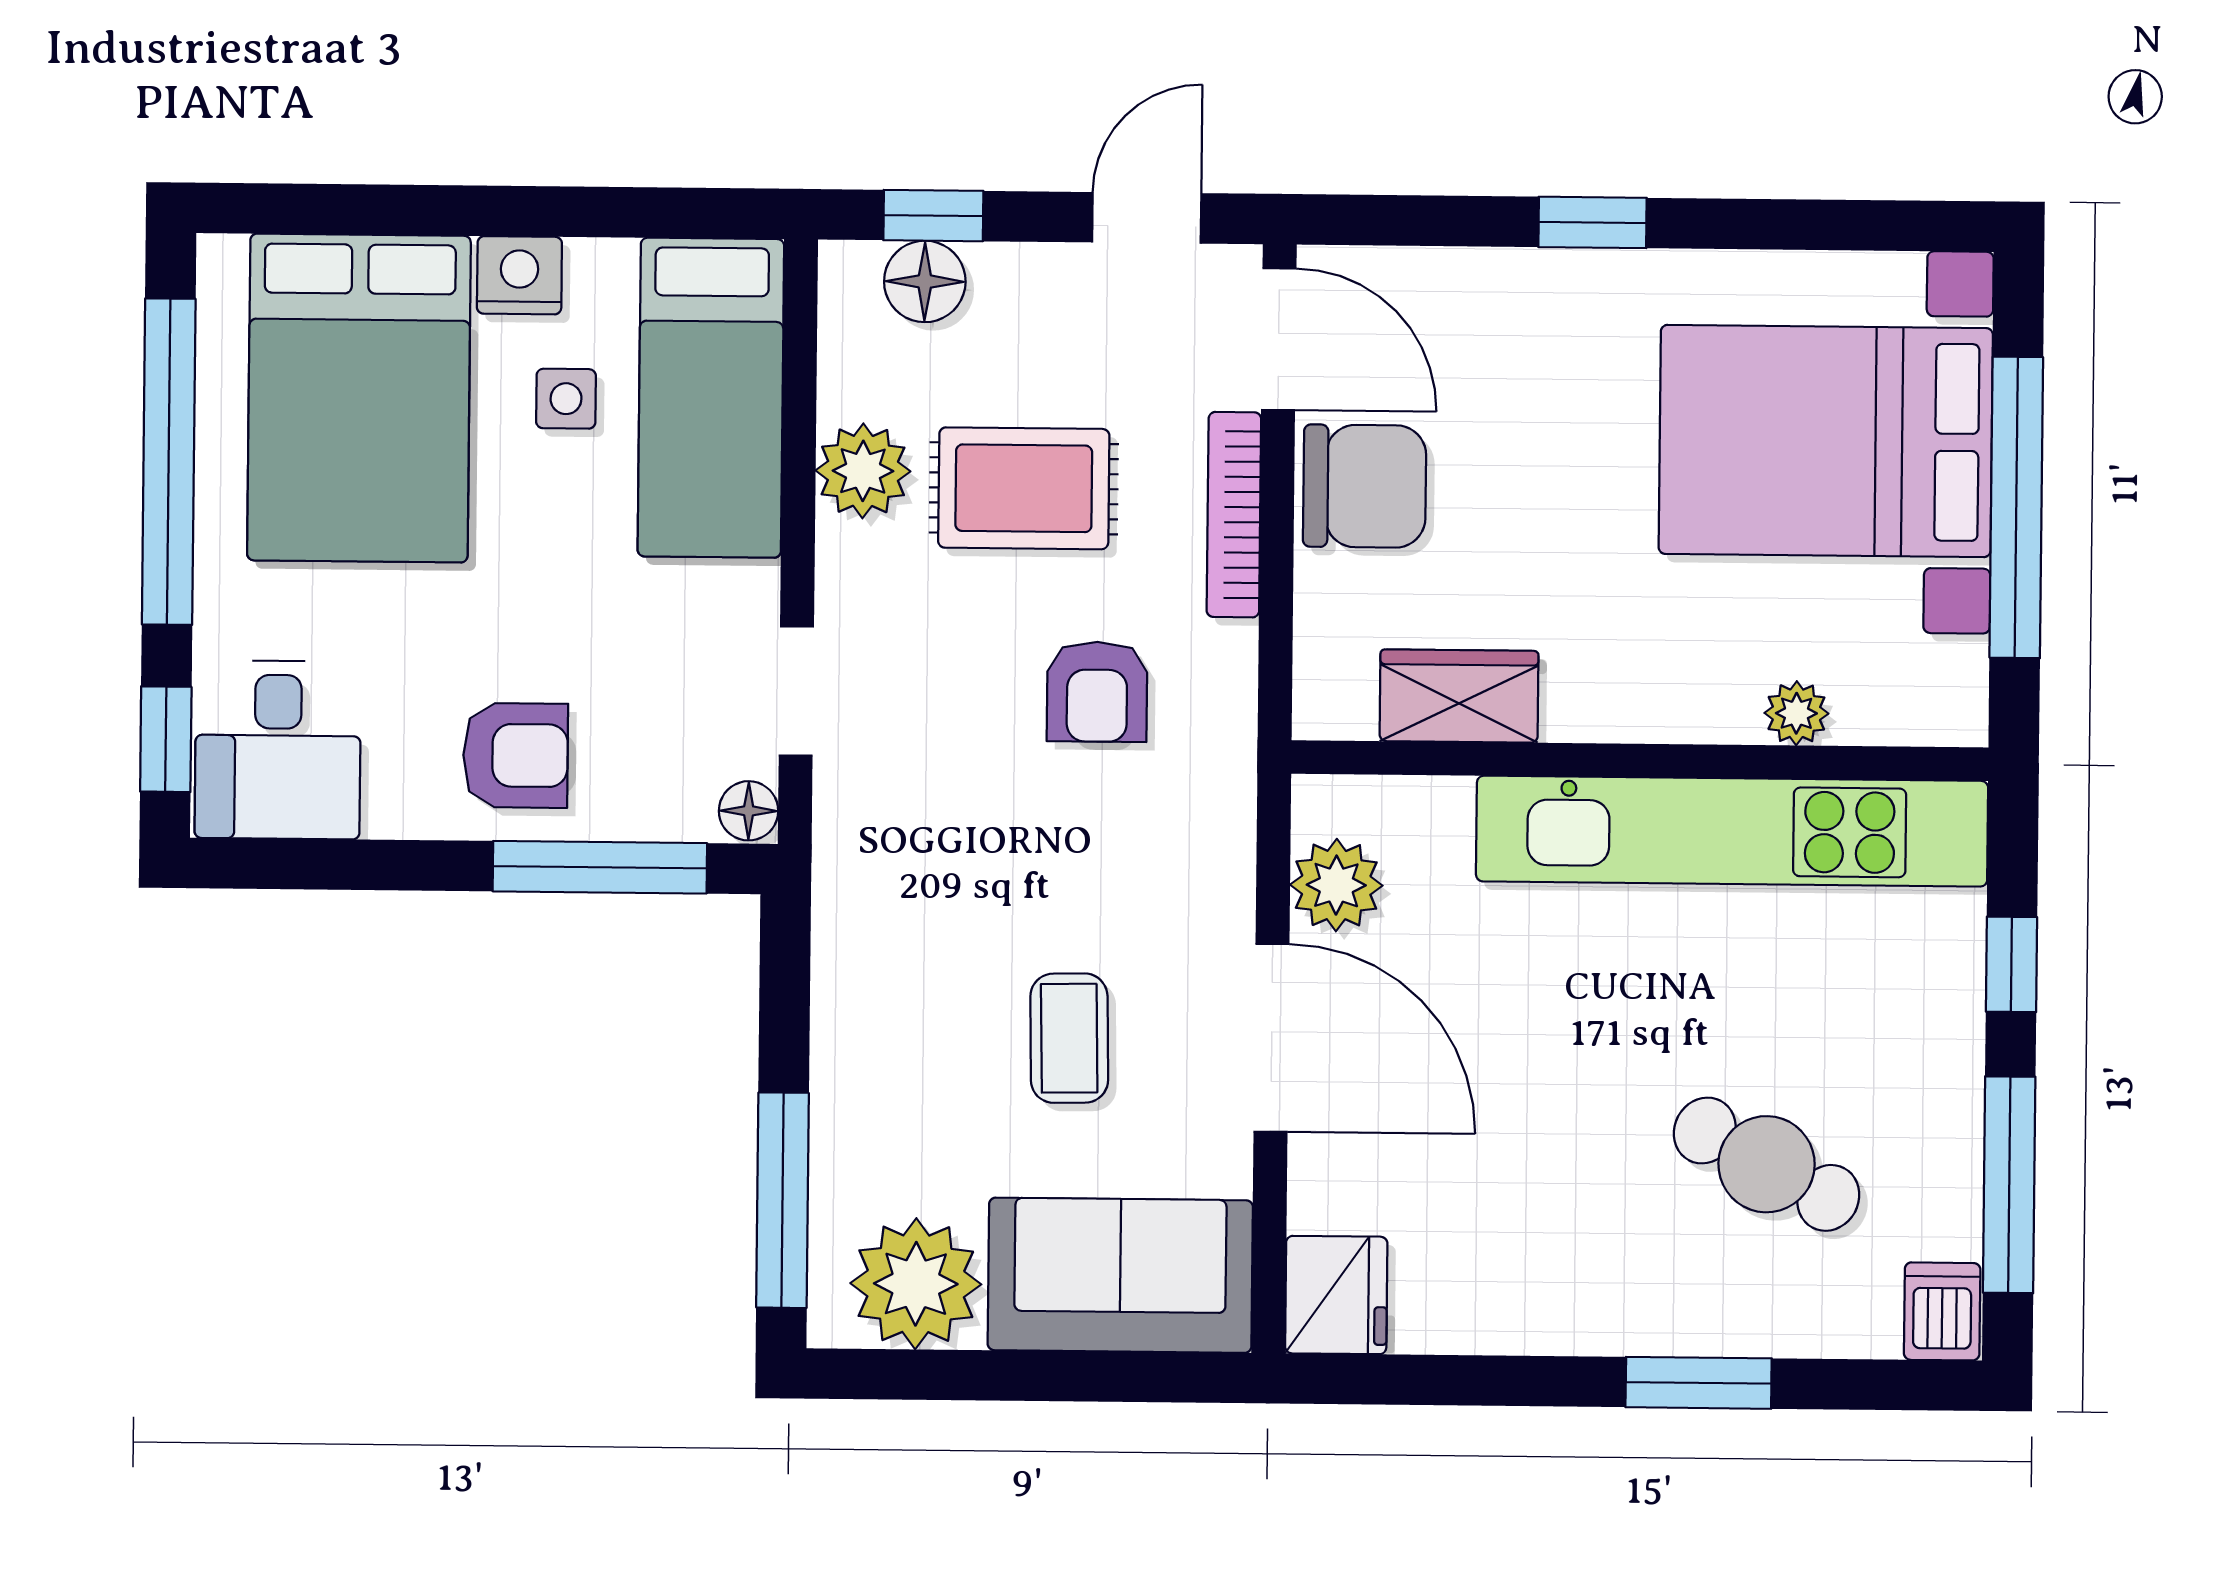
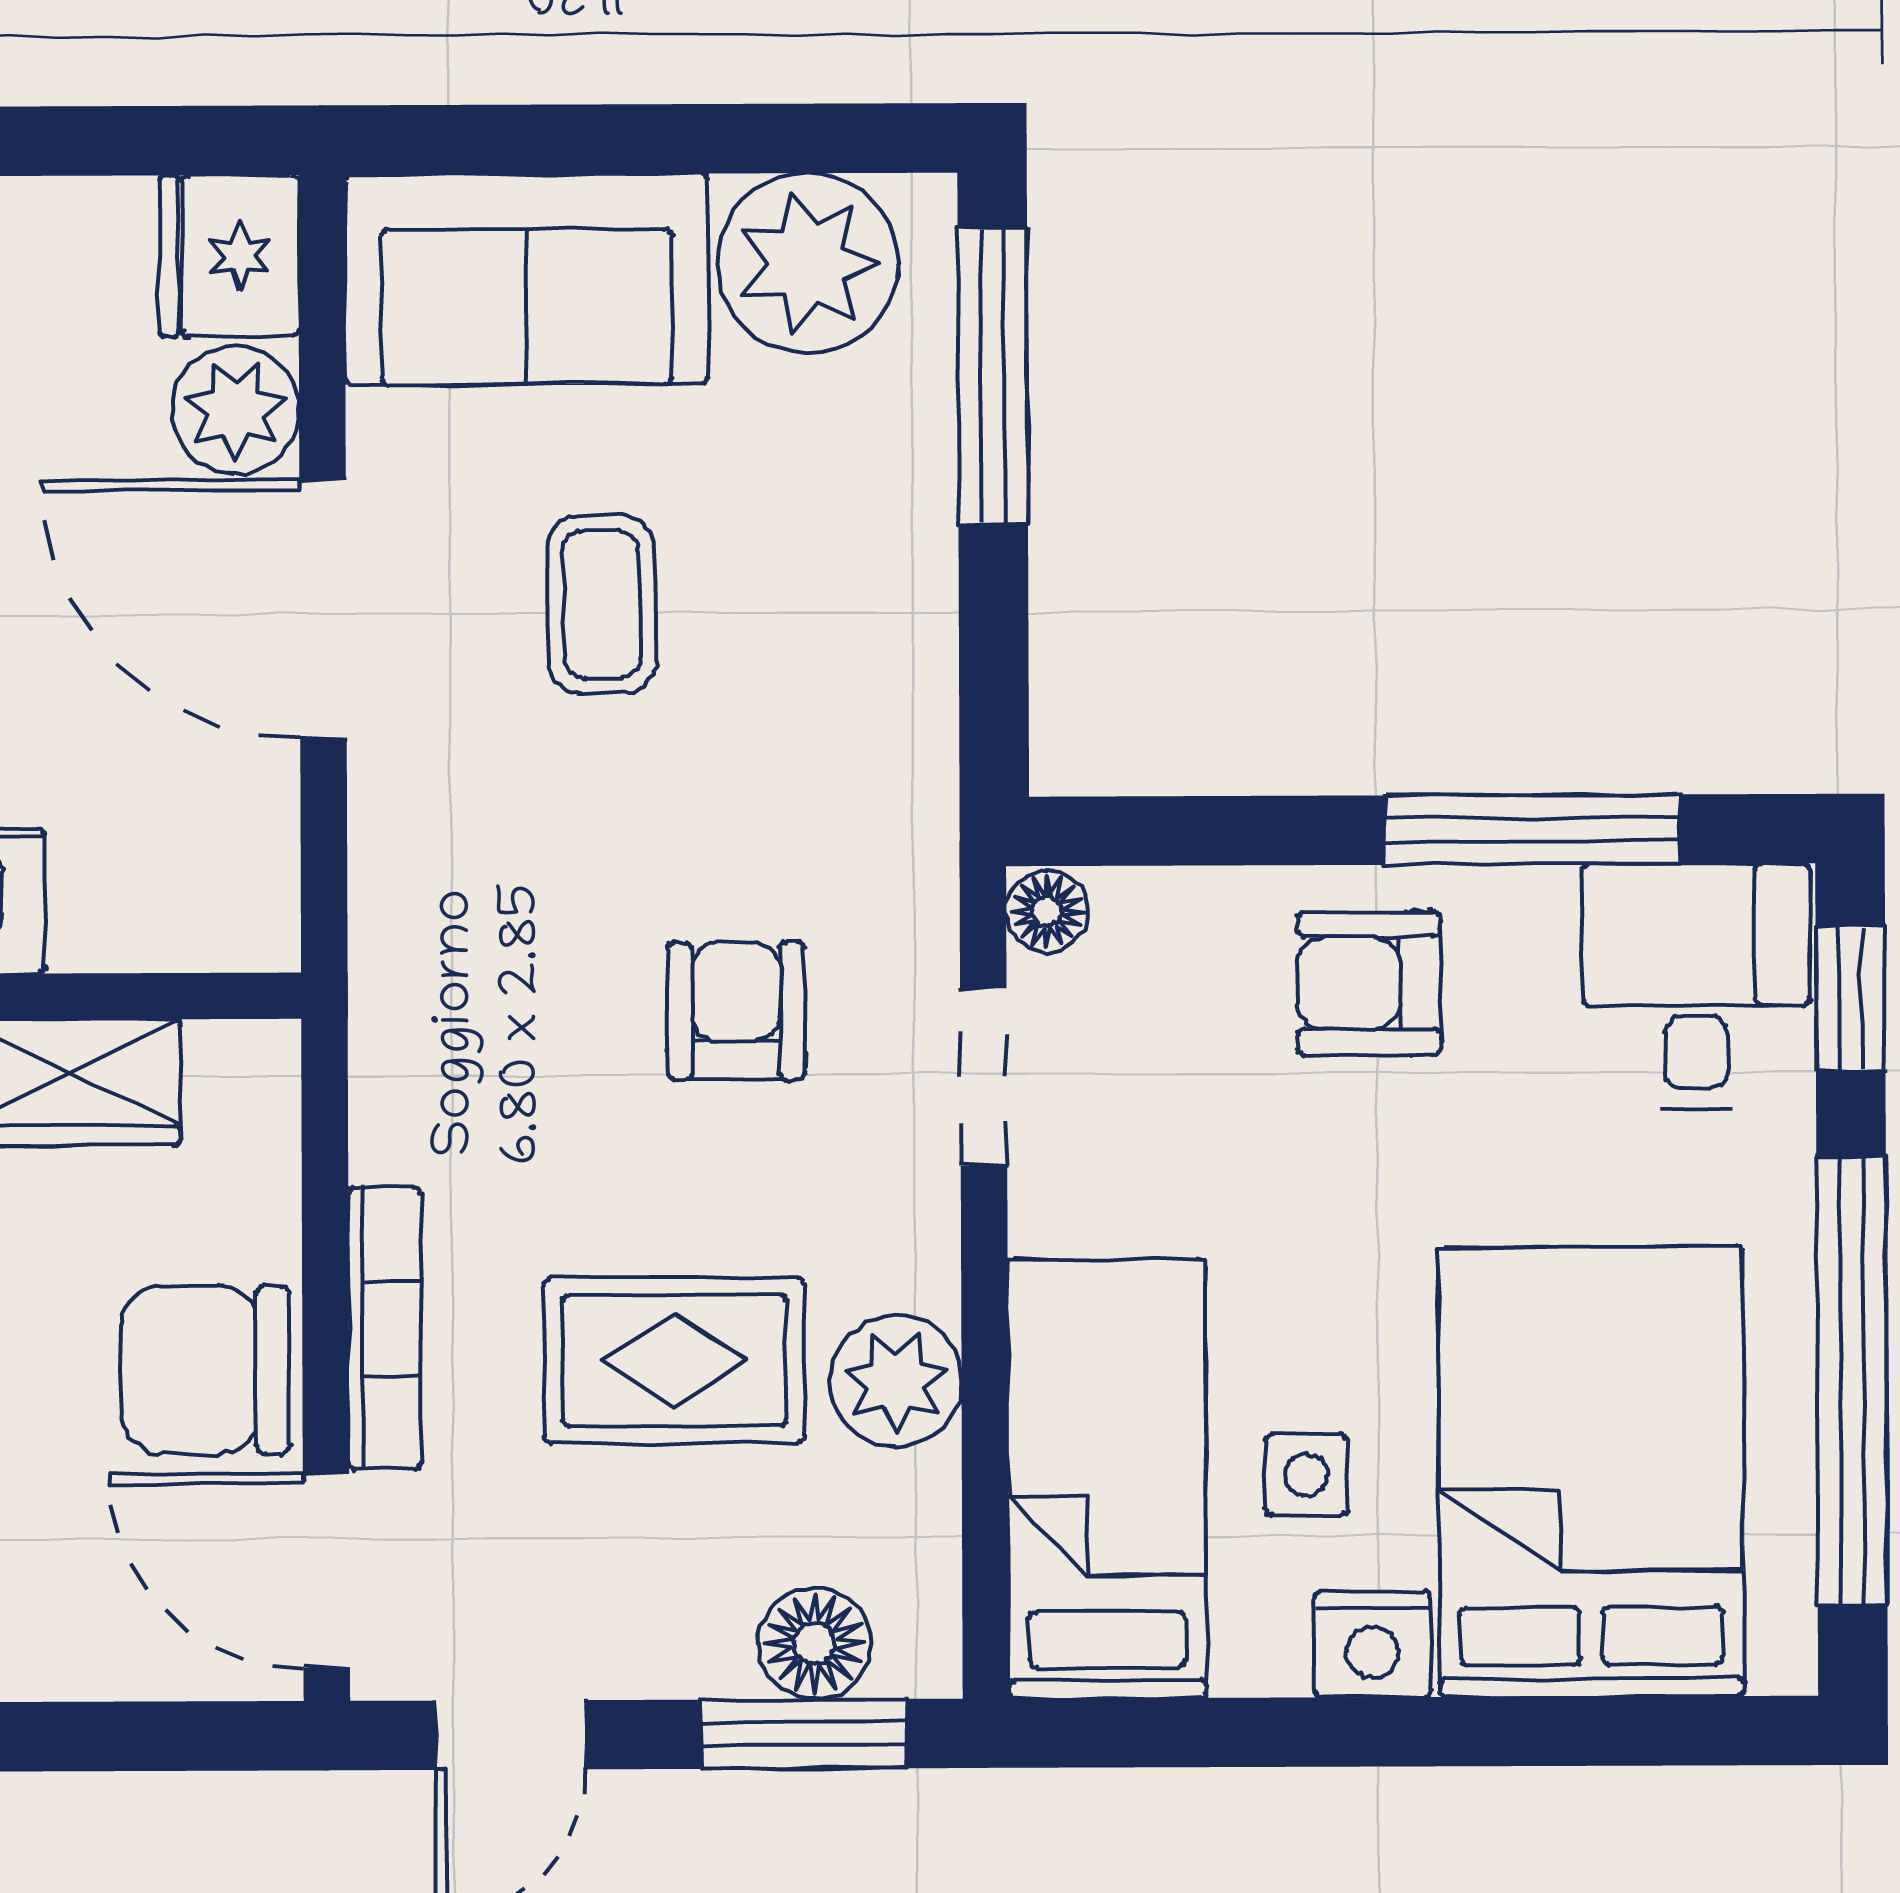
window: (933, 216) -> (804, 1734), width x1.50
armchair: (1097, 692) -> (736, 1011), moved
window: (600, 867) -> (1532, 830), moved
plant: (1336, 885) -> (235, 410), moved

